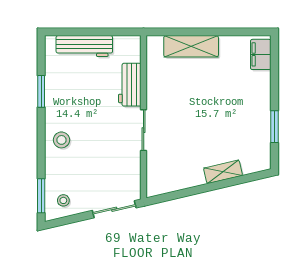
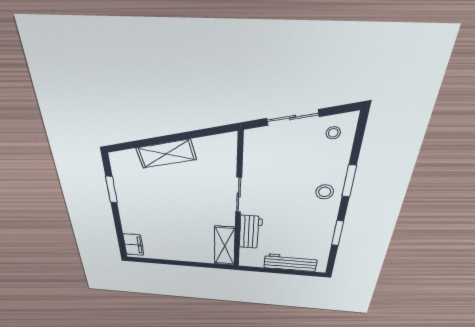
shelving: (191, 46) -> (225, 246), moved, turned 90
shelving: (223, 172) -> (166, 154), width x1.50, depth x1.33
window: (41, 196) -> (349, 181), moved
sliding door: (114, 209) -> (293, 117), moved

